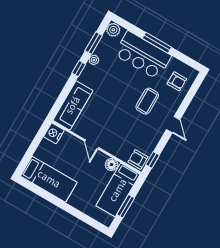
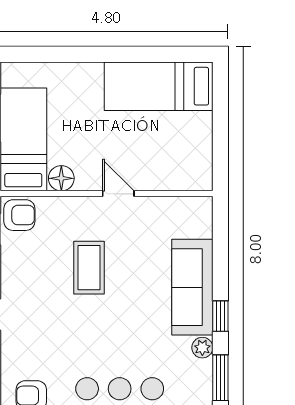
coffee table: (147, 101) -> (89, 268), moved
sofa: (73, 105) -> (192, 287), moved
nightstand: (54, 133) -> (197, 174), removed

